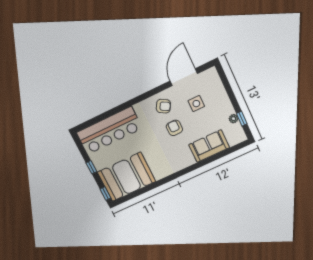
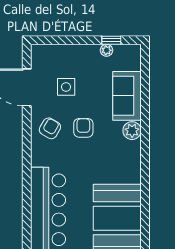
armchair: (174, 128) -> (83, 128), turned 90
plant: (188, 160) -> (132, 131), added

